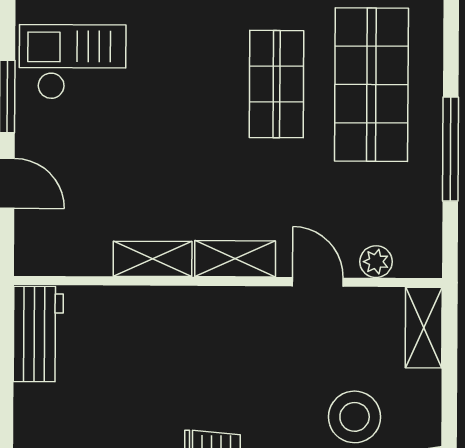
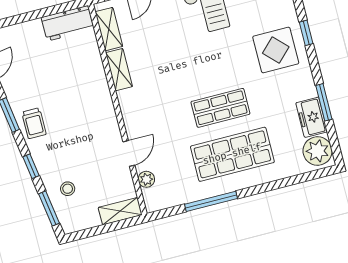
shelving: (235, 259) -> (109, 29), moved
stool: (355, 417) -> (68, 189), width x0.53, depth x0.53

